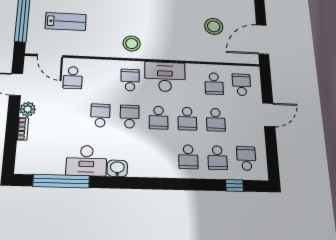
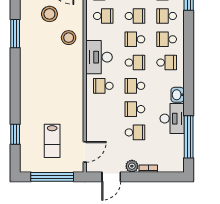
lab bench: (66, 21) -> (52, 141), turned 180
stool: (132, 44) -> (69, 38), moved
school desk: (73, 78) -> (135, 132), moved
school desk: (187, 119) -> (135, 39), turned 180
school desk: (159, 156) -> (167, 63), added
school desk: (188, 157) -> (167, 39), turned 180
school desk: (217, 158) -> (167, 16), turned 180

